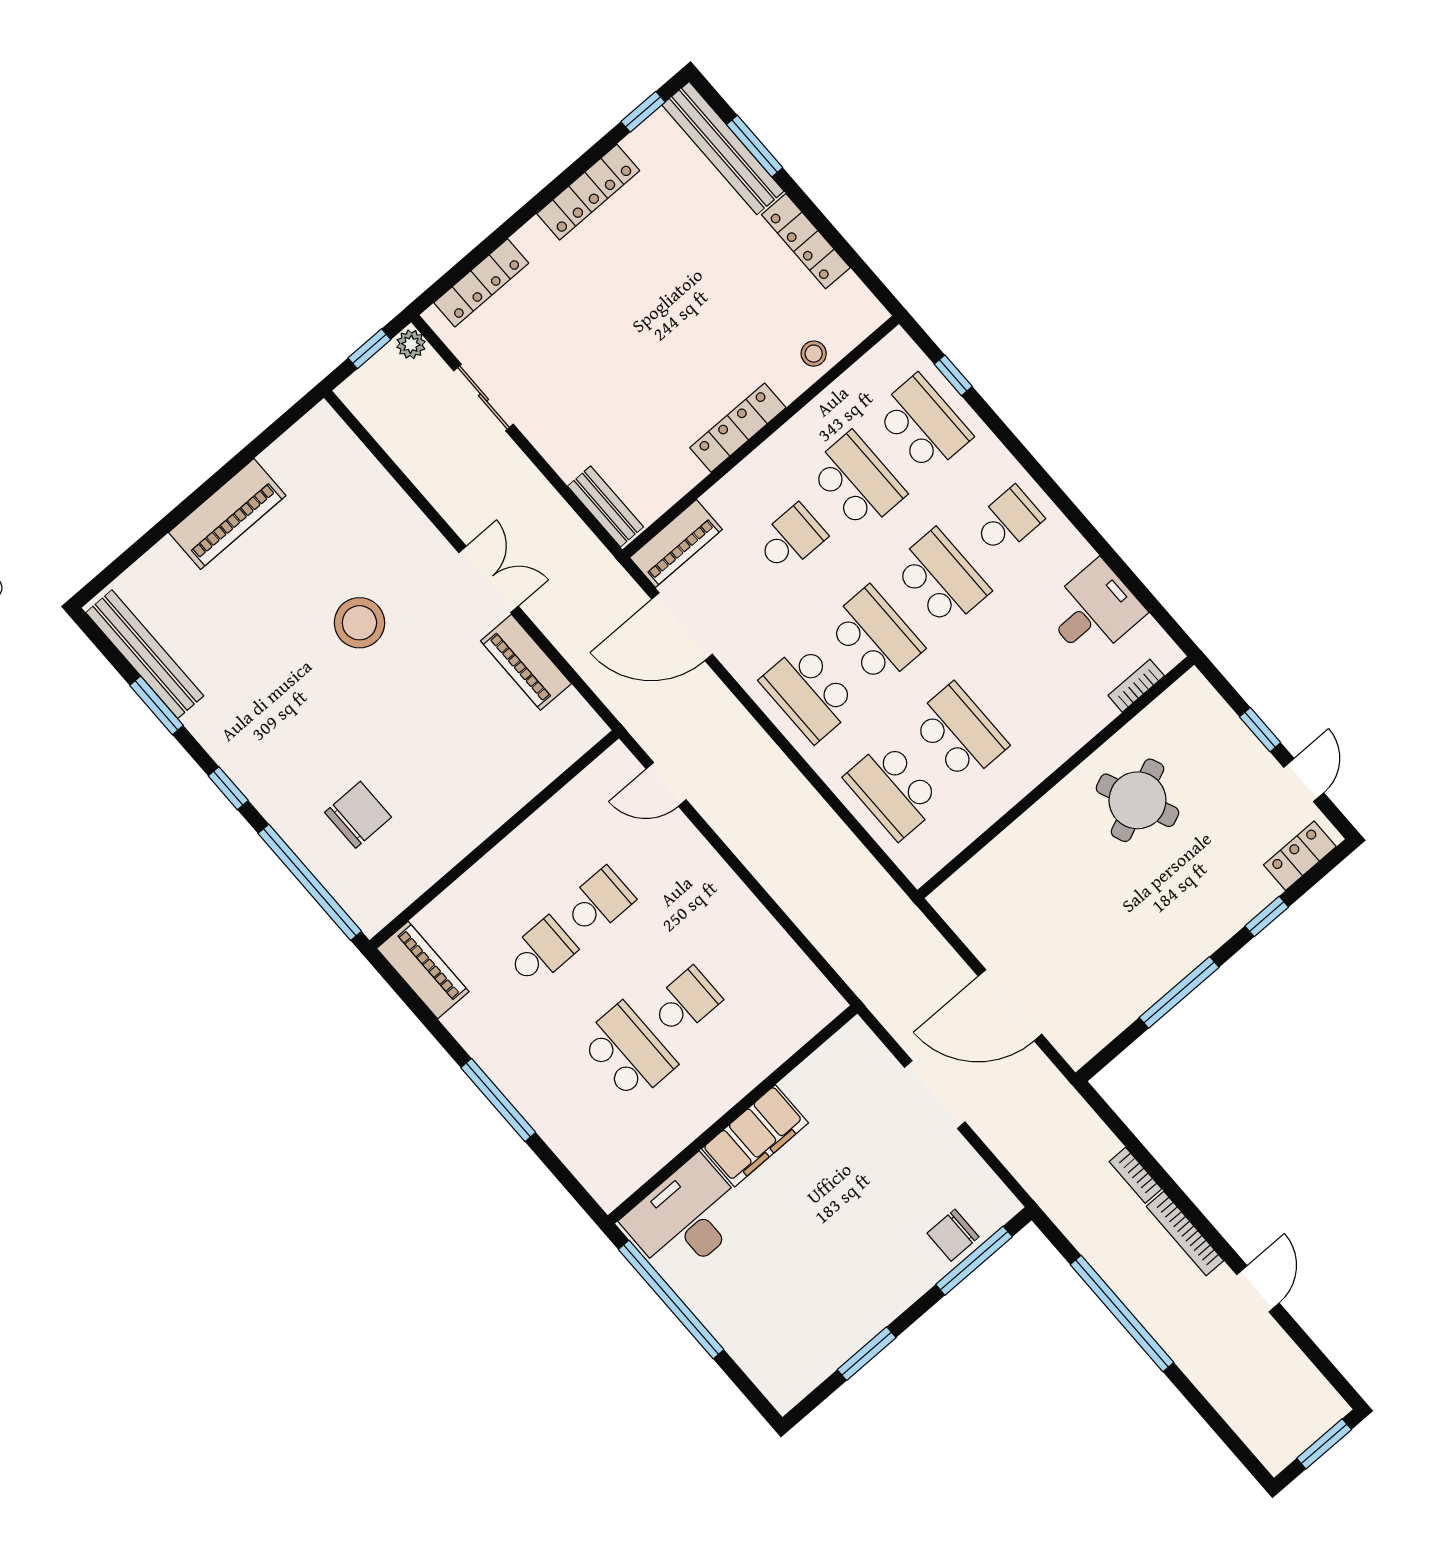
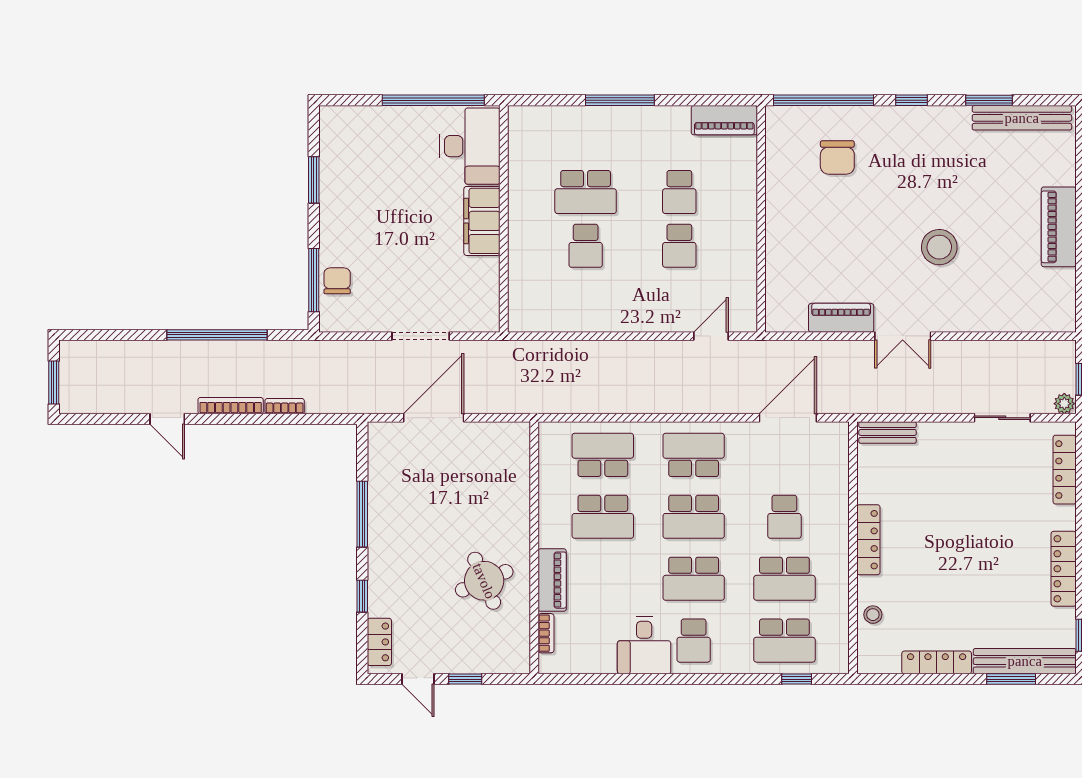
piano: (676, 544) -> (552, 580), moved, turned 180
desk: (1094, 611) -> (644, 645), moved

